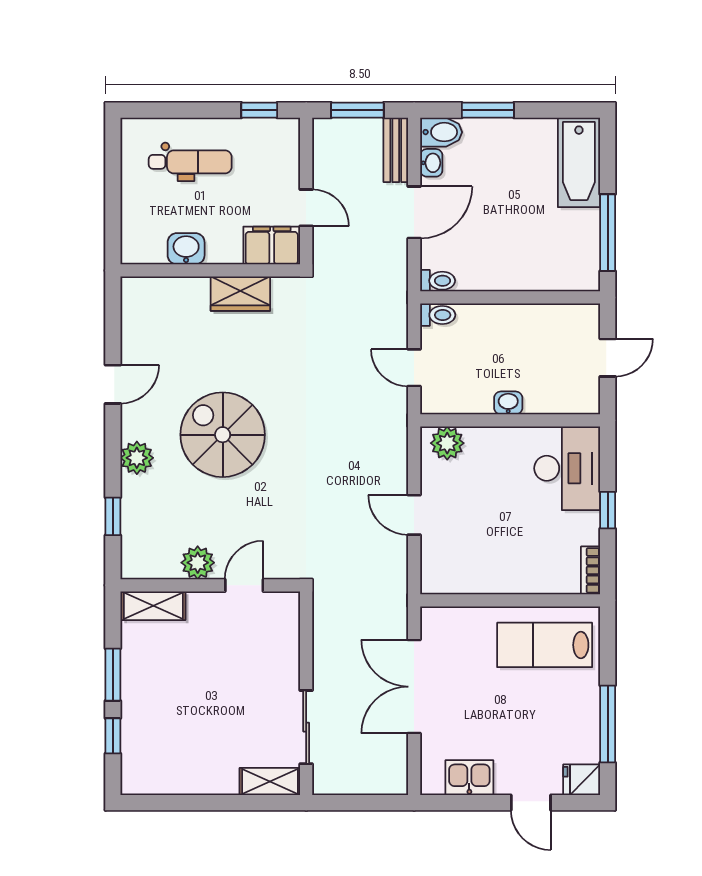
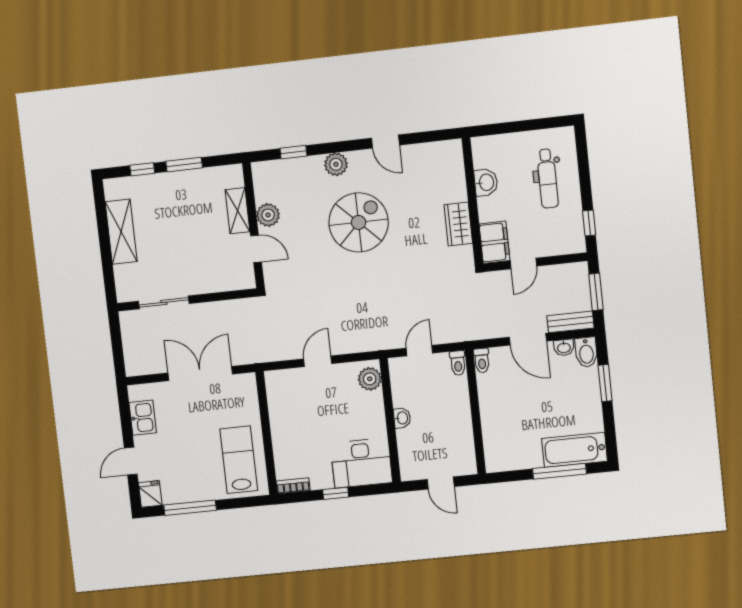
window: (608, 233) -> (559, 471), moved
shelving: (153, 606) -> (238, 211), moved
shelving: (270, 782) -> (121, 232), moved, width x1.50, depth x1.33

